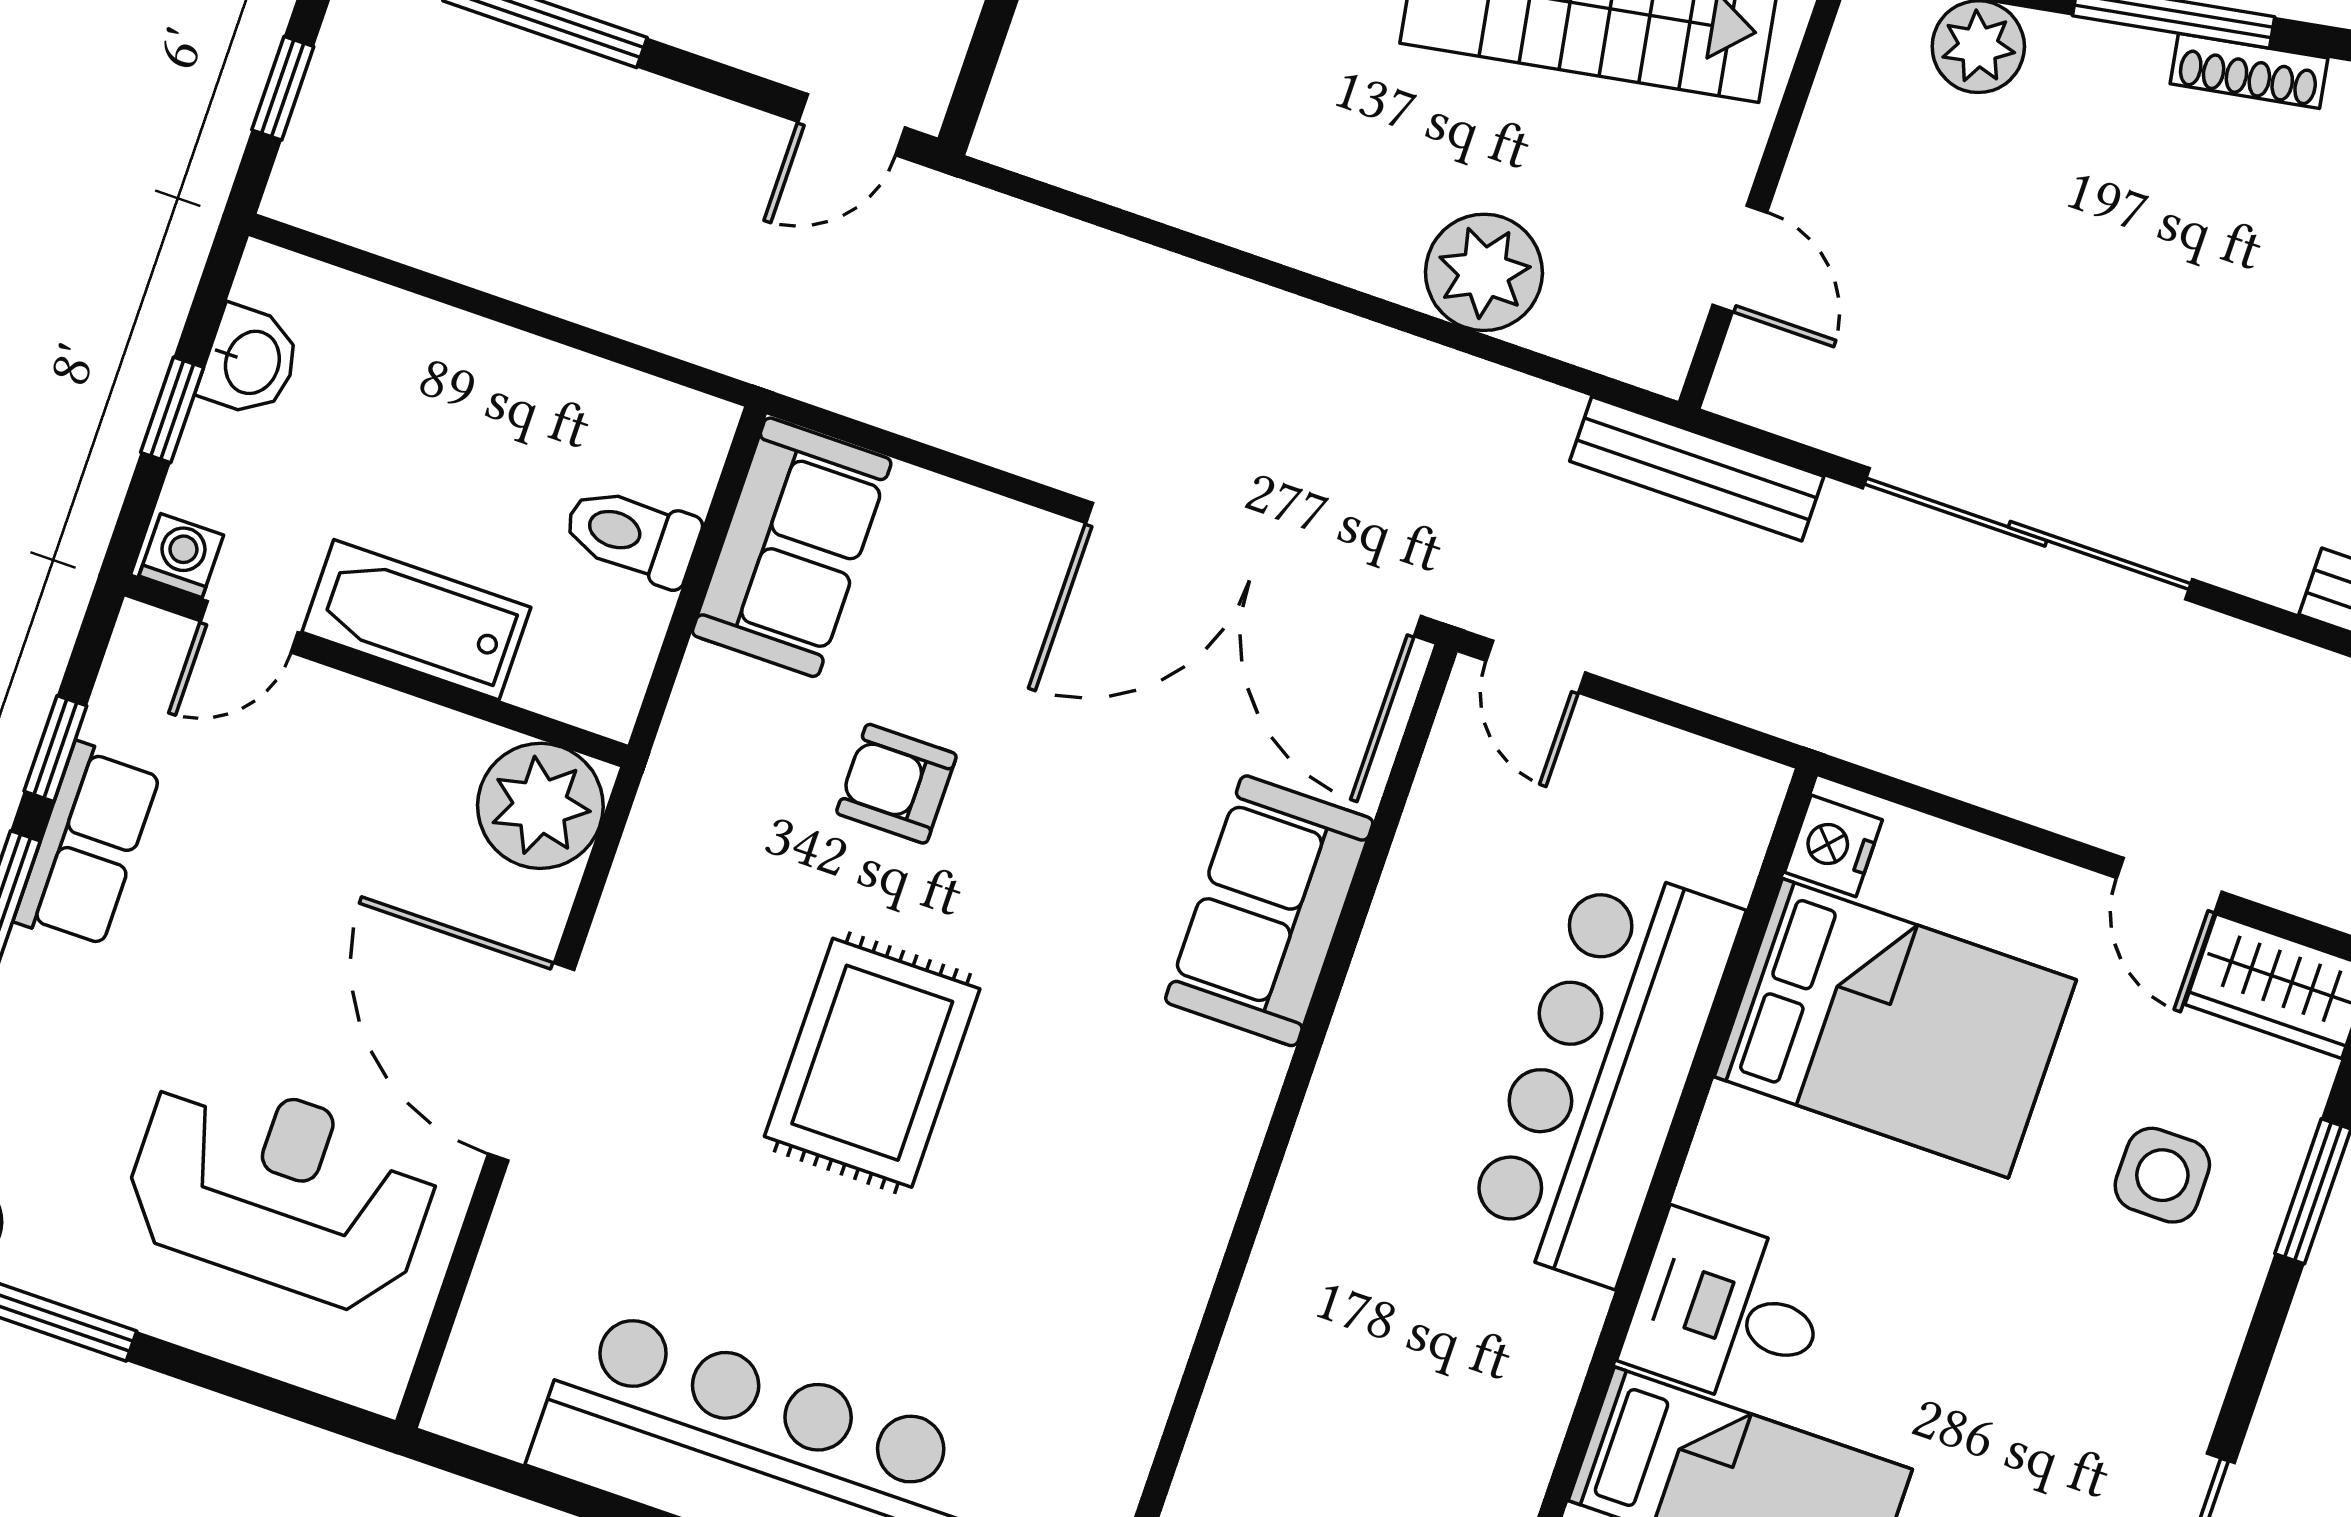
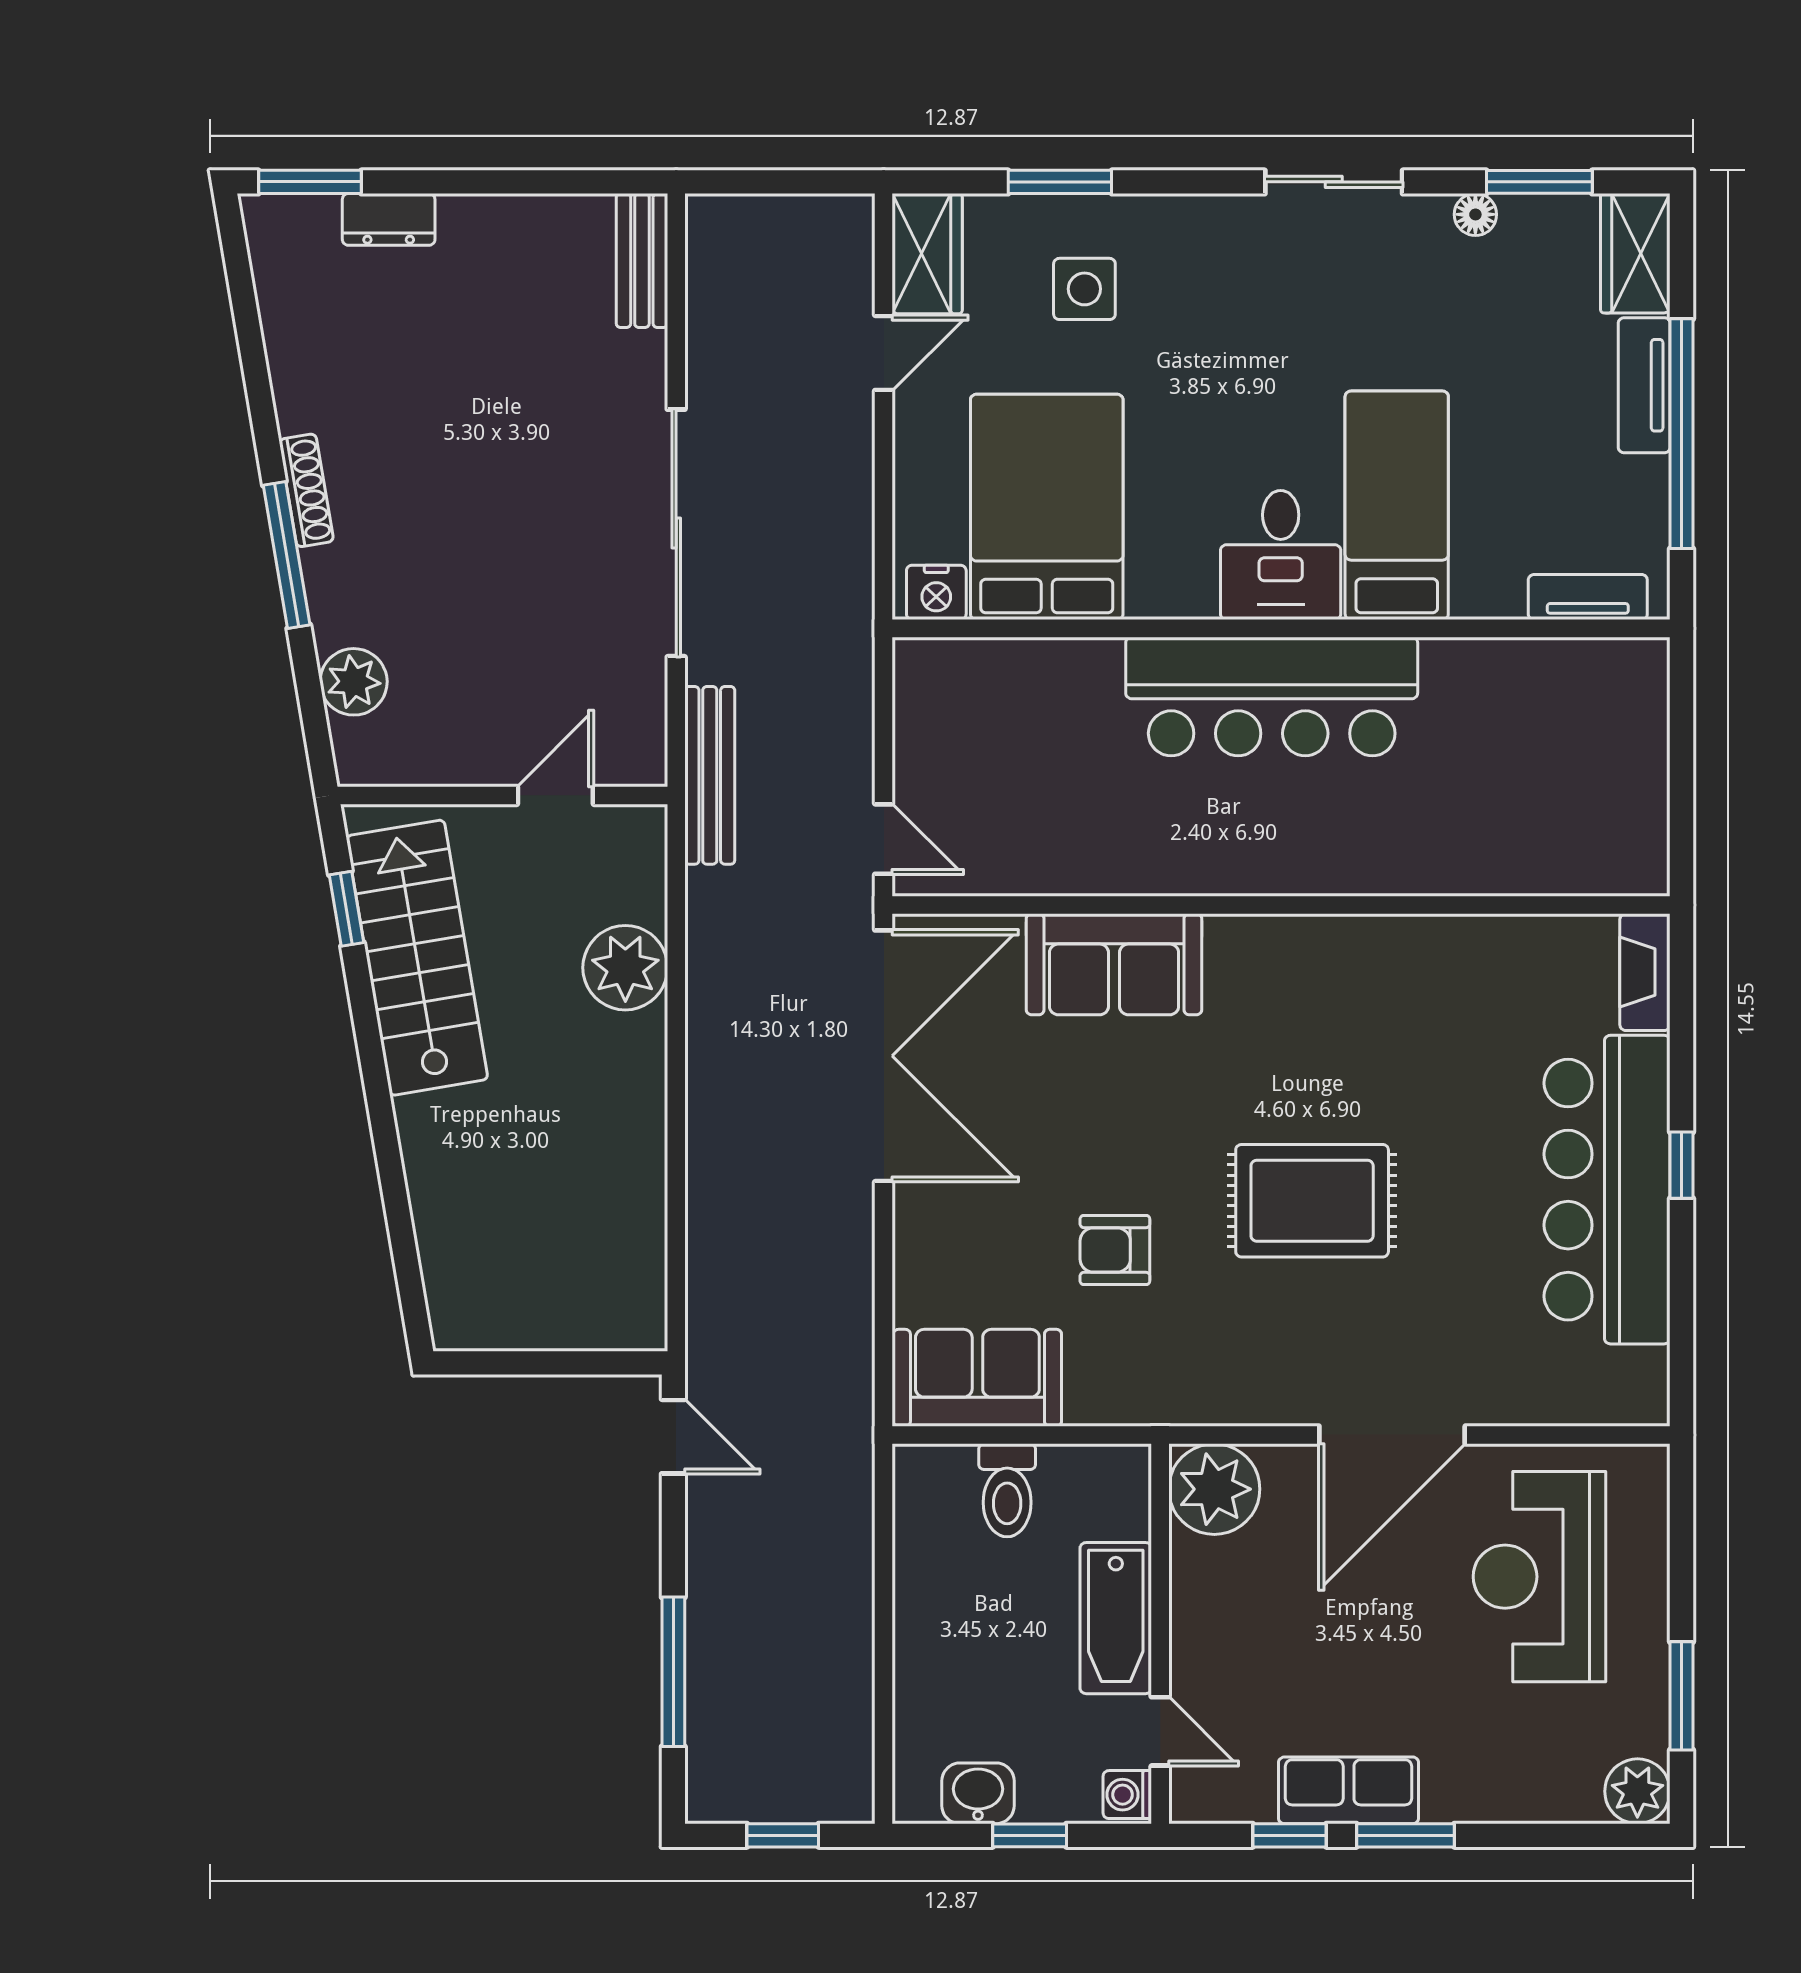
door: (1536, 667) -> (884, 839), hinge flipped
armchair: (896, 784) -> (1115, 1250), turned 90
bar counter: (1603, 1073) -> (1272, 696), moved

